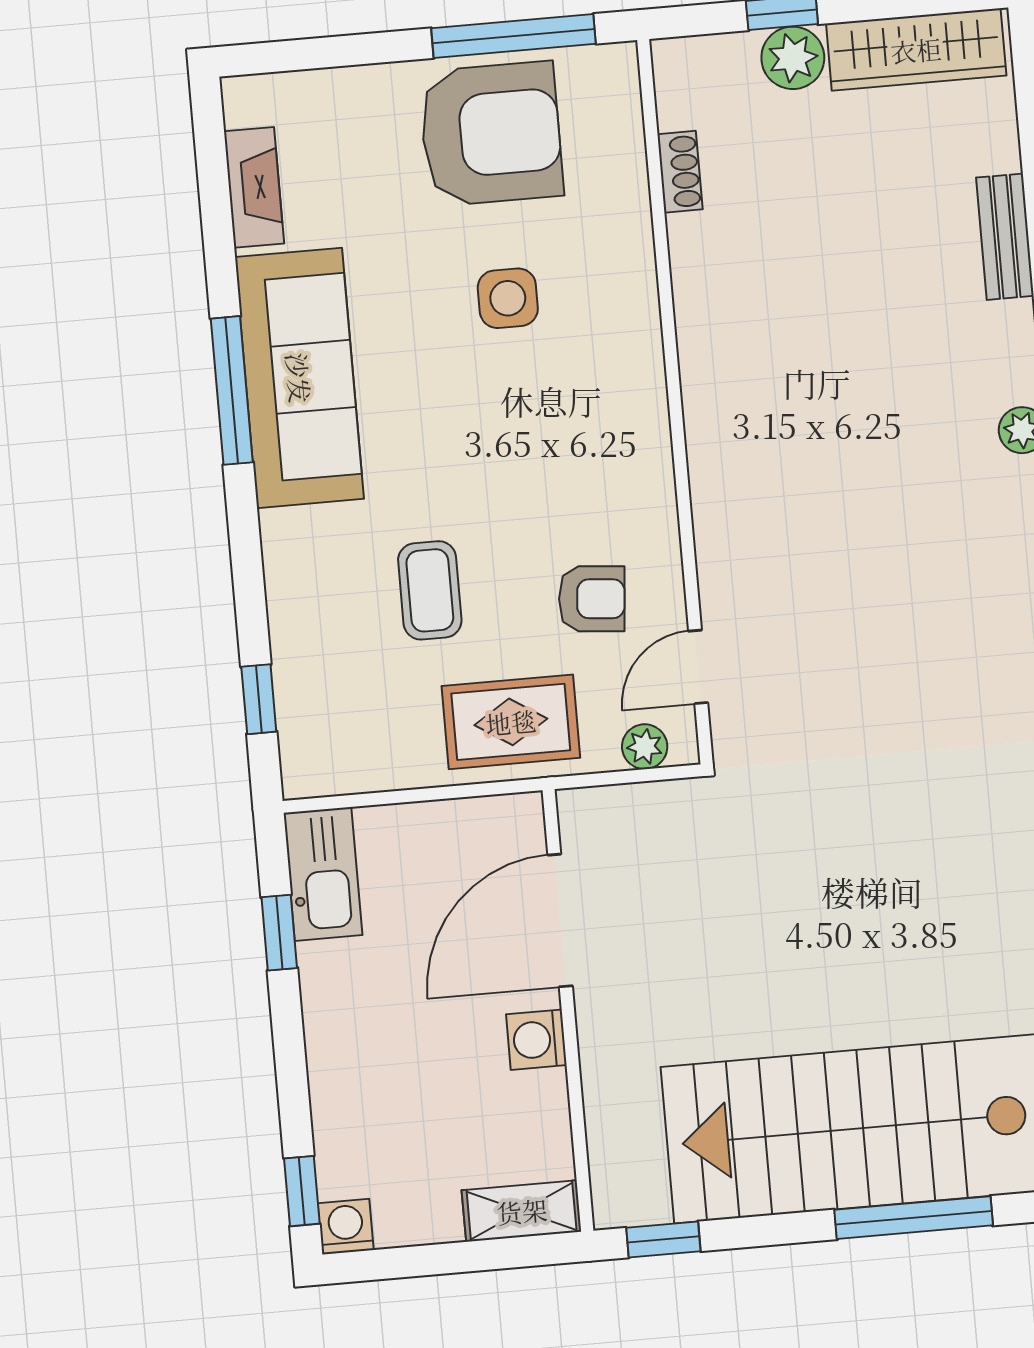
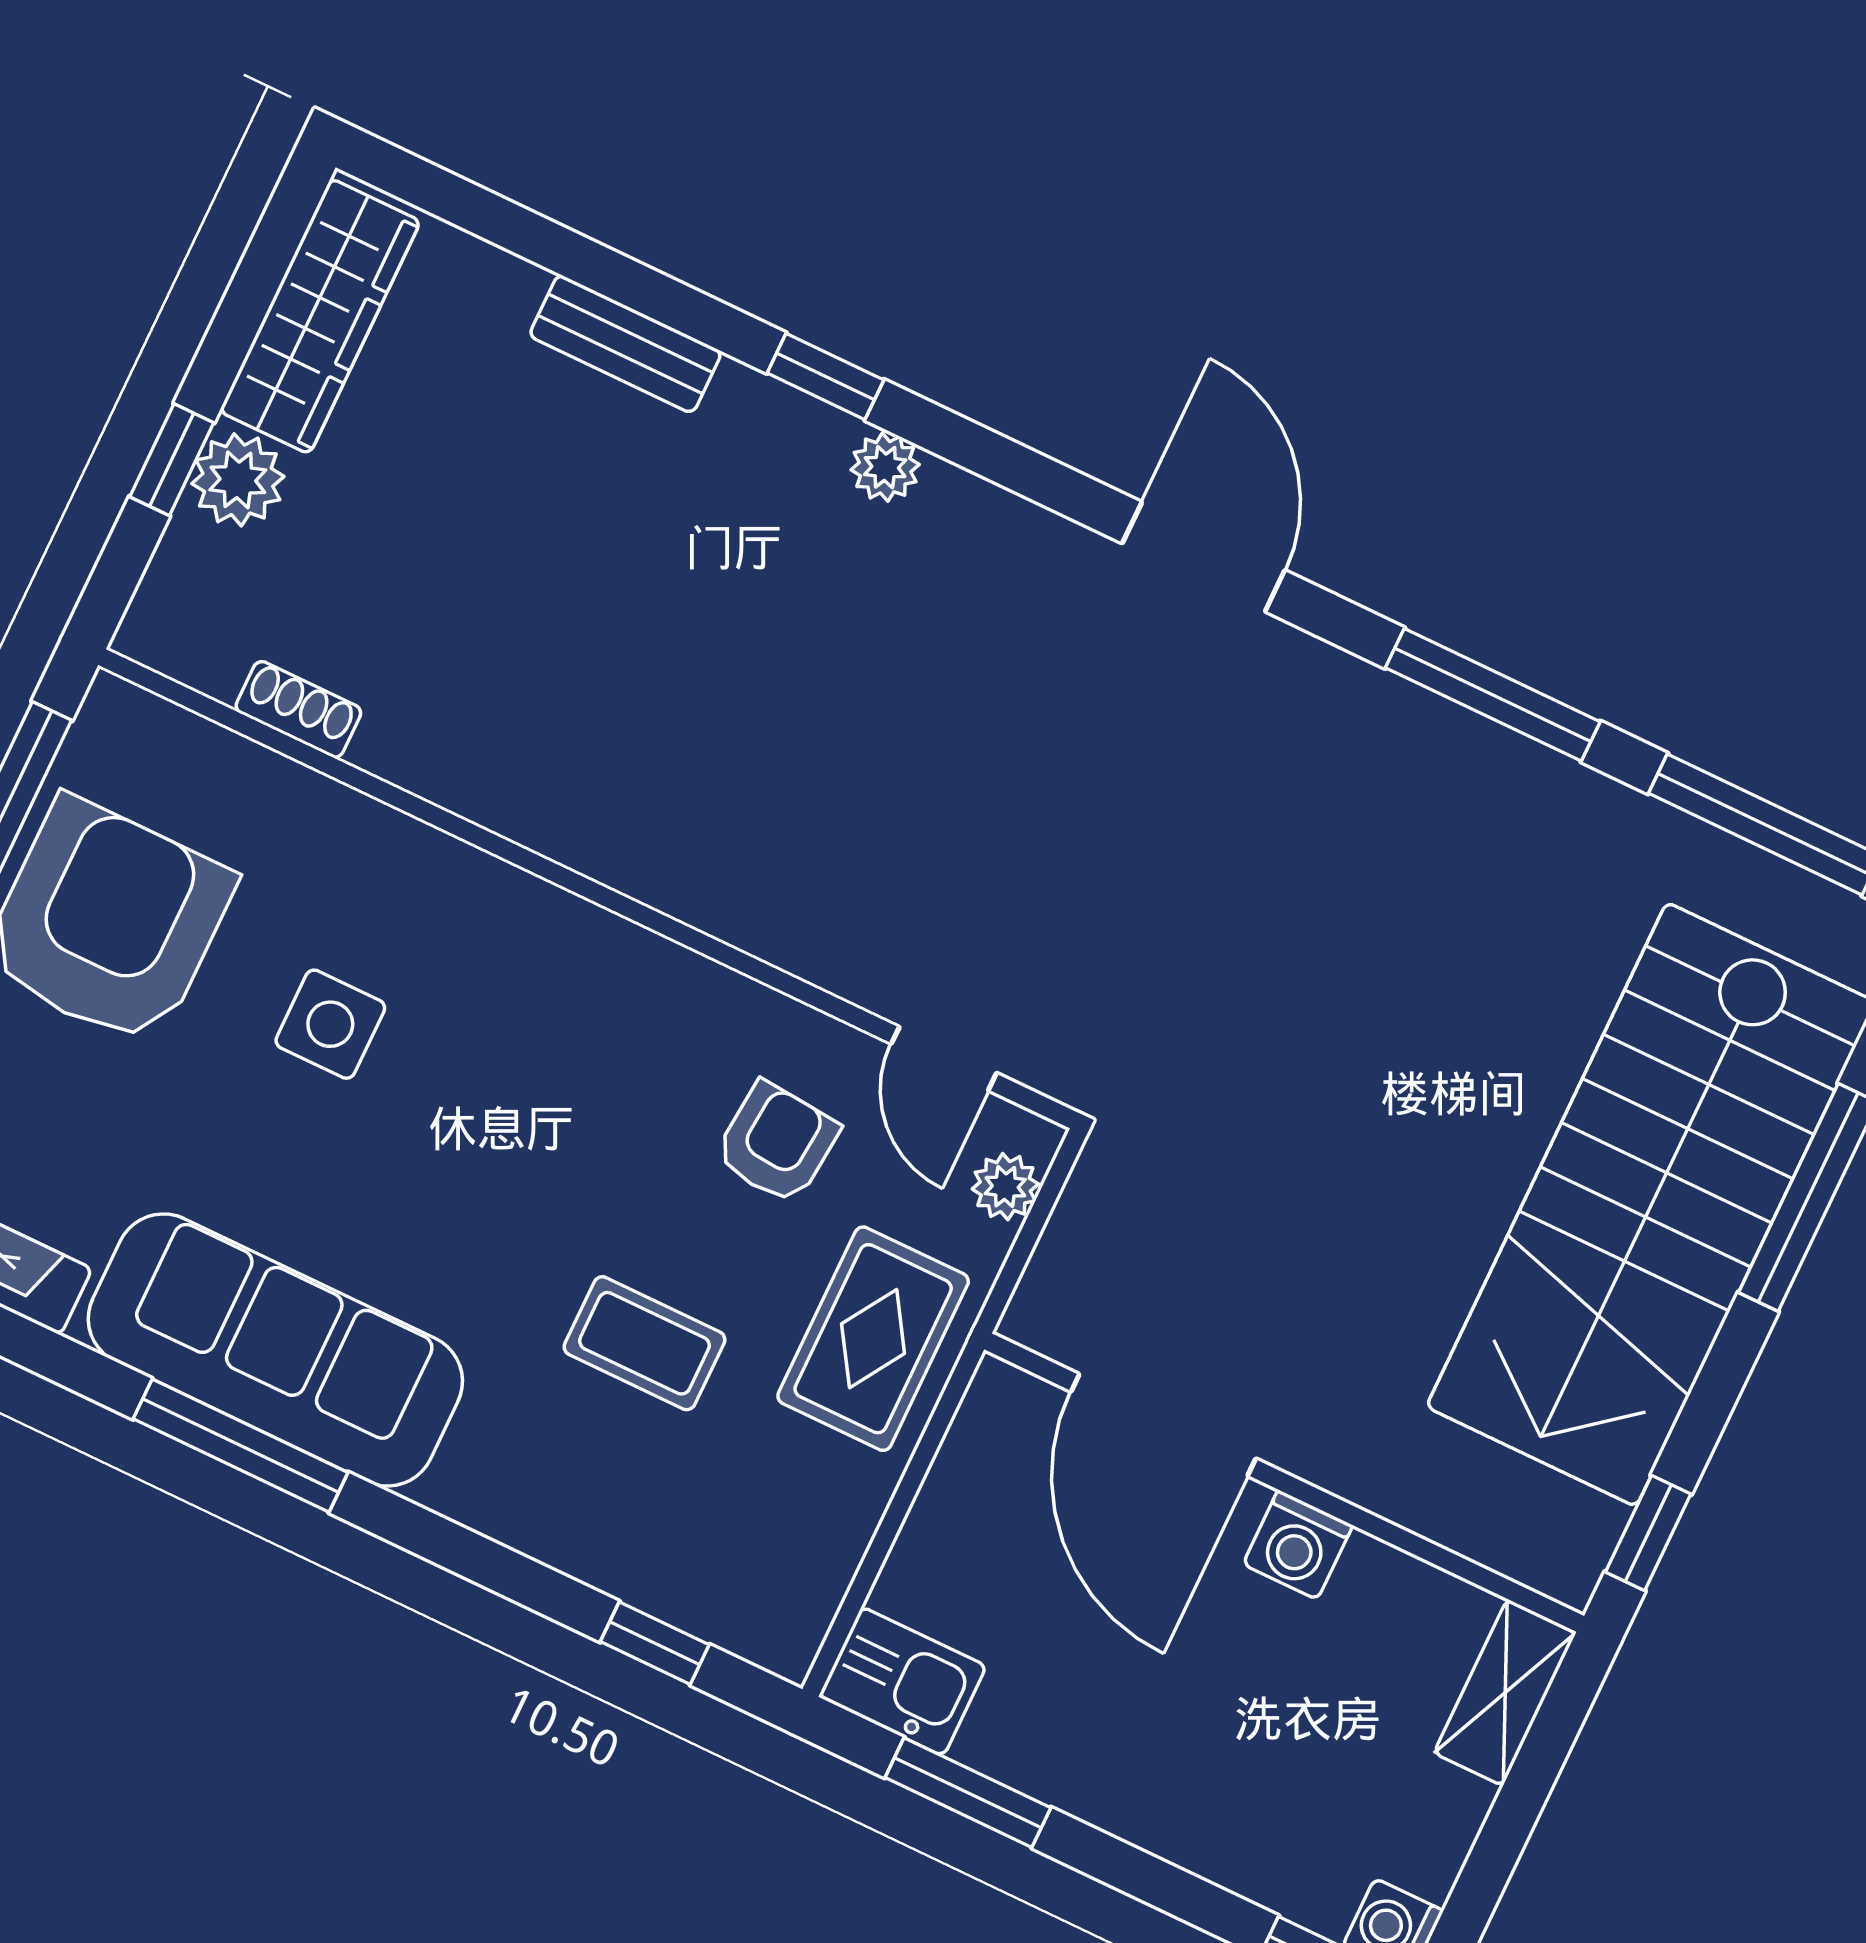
kitchen sink: (323, 874) -> (903, 1681), width x0.73
window: (279, 933) -> (968, 1793), width x1.50

